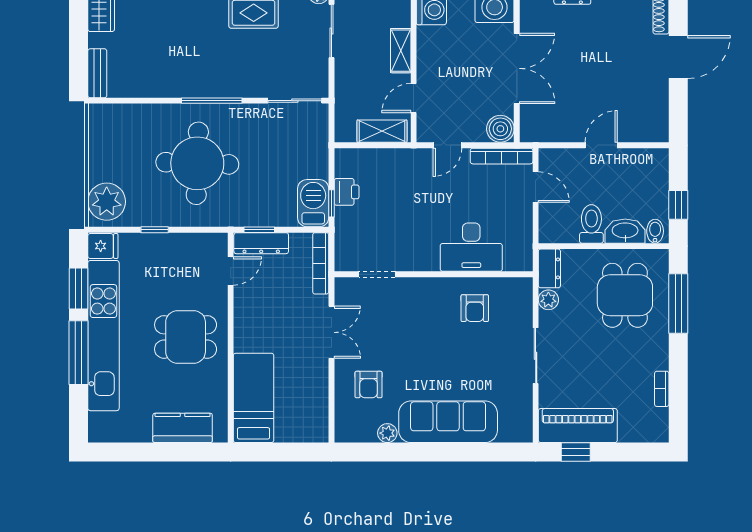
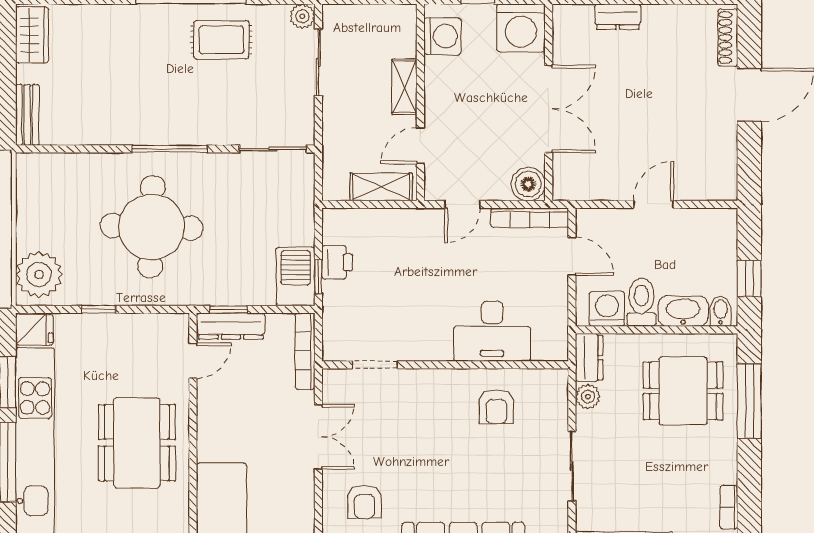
washing machine: (564, 229) -> (607, 309), added
dining table: (625, 295) -> (683, 391), turned 90
dining table: (186, 337) -> (137, 443), width x1.38

